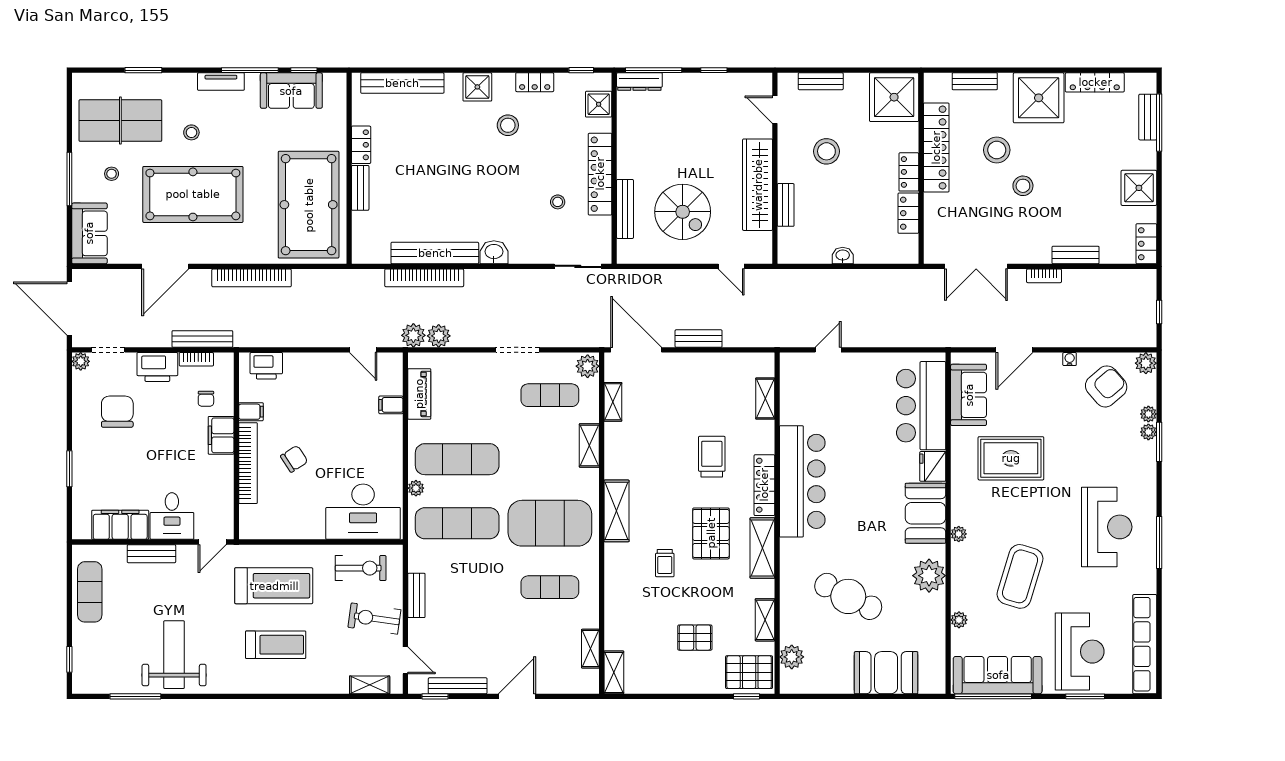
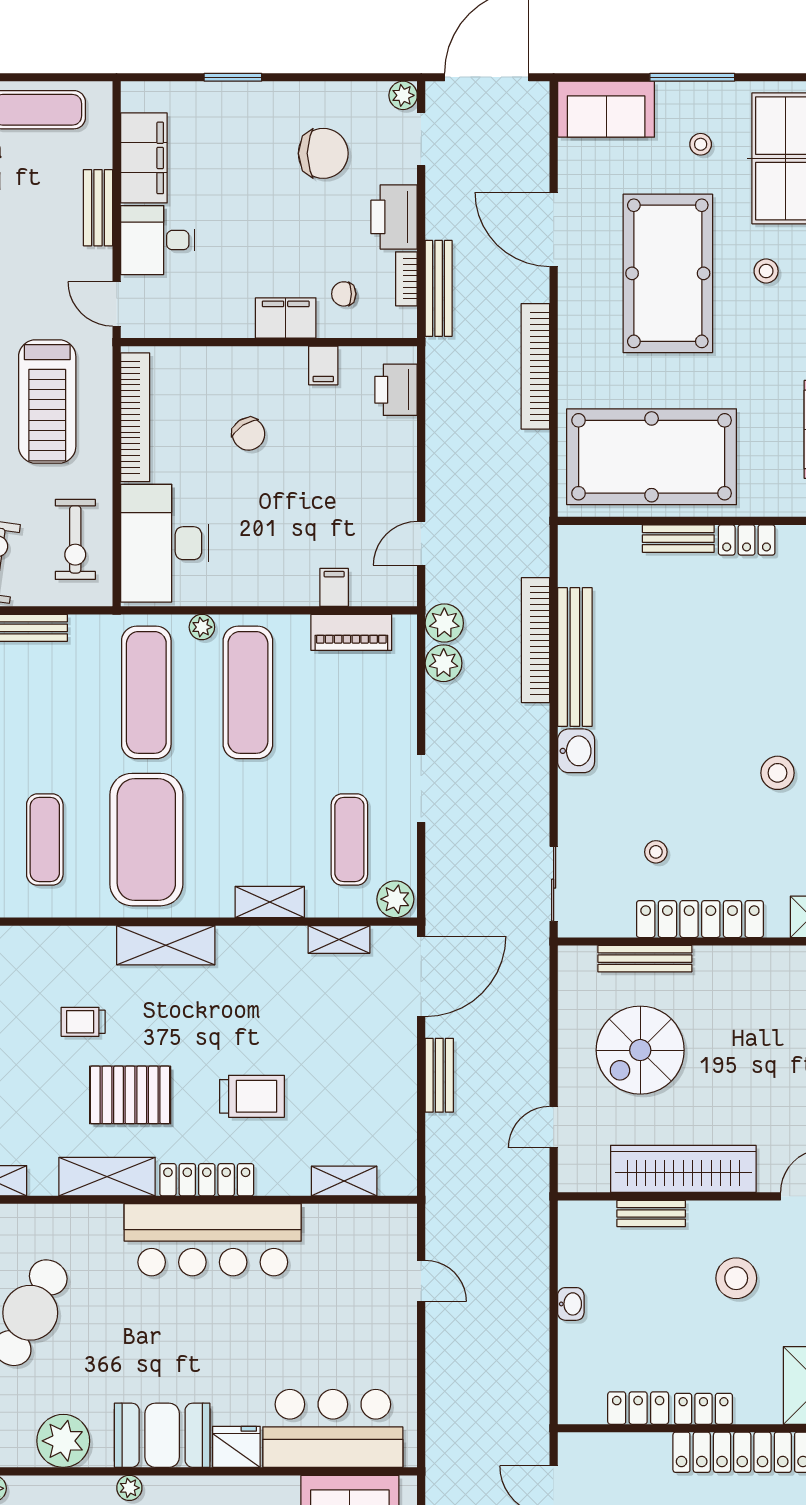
bookcase: (248, 463) -> (135, 417), moved, turned -90

